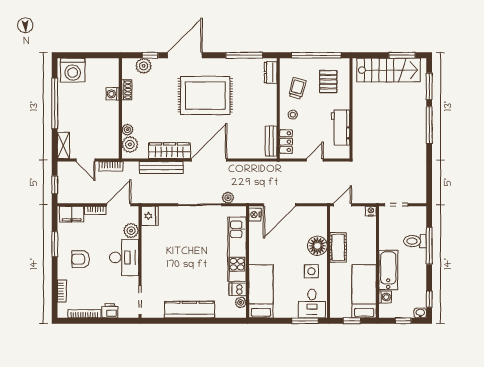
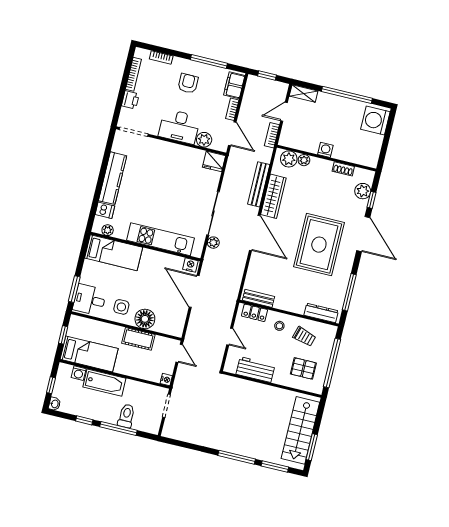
dresser: (271, 73) -> (321, 313), width x1.44
washing machine: (113, 94) -> (325, 150), moved
window: (55, 244) -> (209, 62), width x1.44
dishwasher: (238, 289) -> (105, 210), moved, turned 90
window: (429, 299) -> (84, 420), moved

